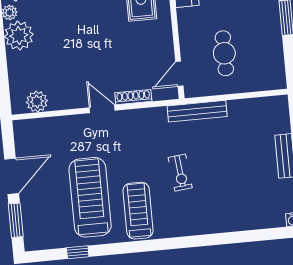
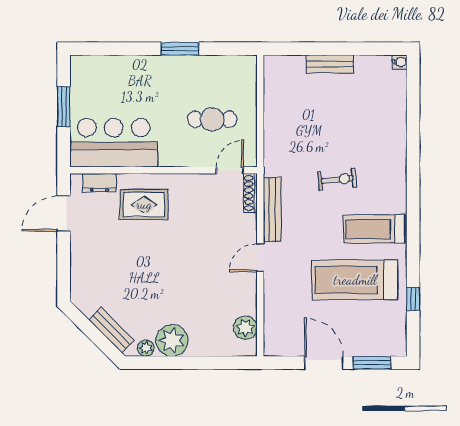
door: (179, 74) -> (230, 170), swing flipped
shoe rack: (133, 97) -> (250, 193), moved
bench: (197, 111) -> (272, 210), moved

